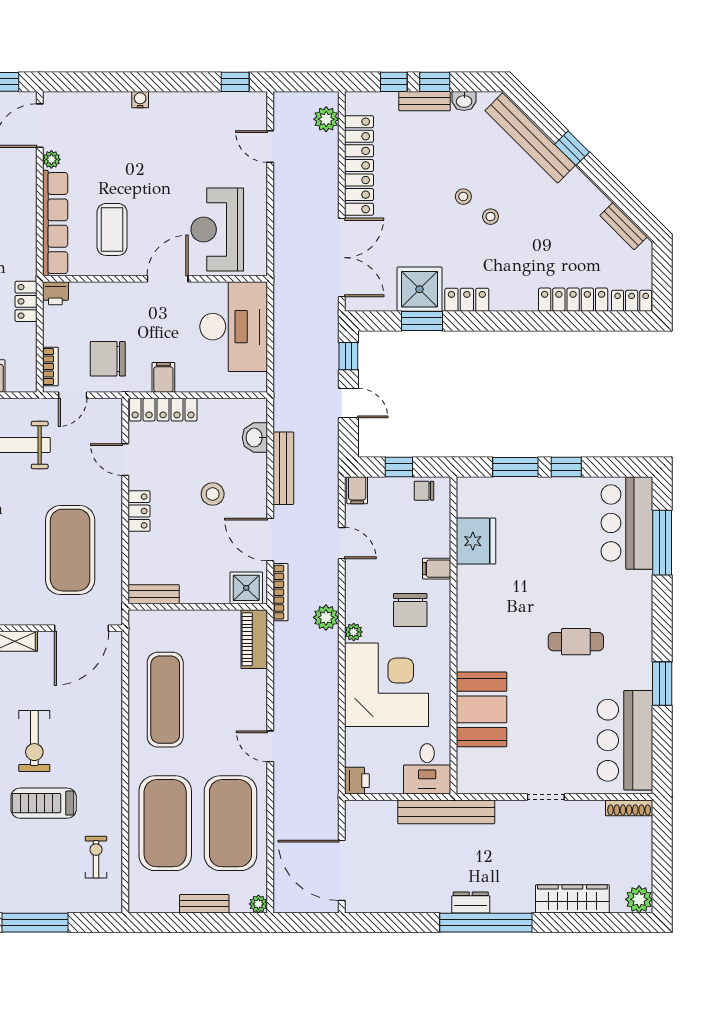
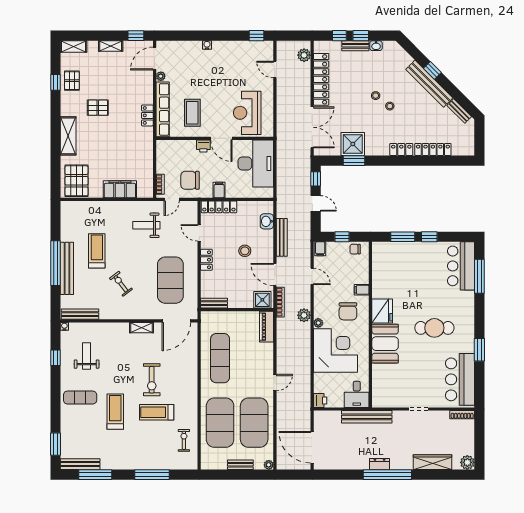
bench: (530, 138) -> (429, 84), moved
door: (168, 279) -> (221, 138), swing flipped
printer: (55, 293) -> (203, 146), moved
locker: (467, 300) -> (401, 149), moved
locker: (26, 301) -> (147, 115), moved
locker: (632, 301) -> (463, 150), removed
fridge: (476, 541) -> (382, 311), moved
cafe table: (576, 642) -> (434, 328), width x1.37, depth x1.35
booth: (481, 709) -> (385, 344), moved
door: (270, 746) -> (275, 383), swing flipped

